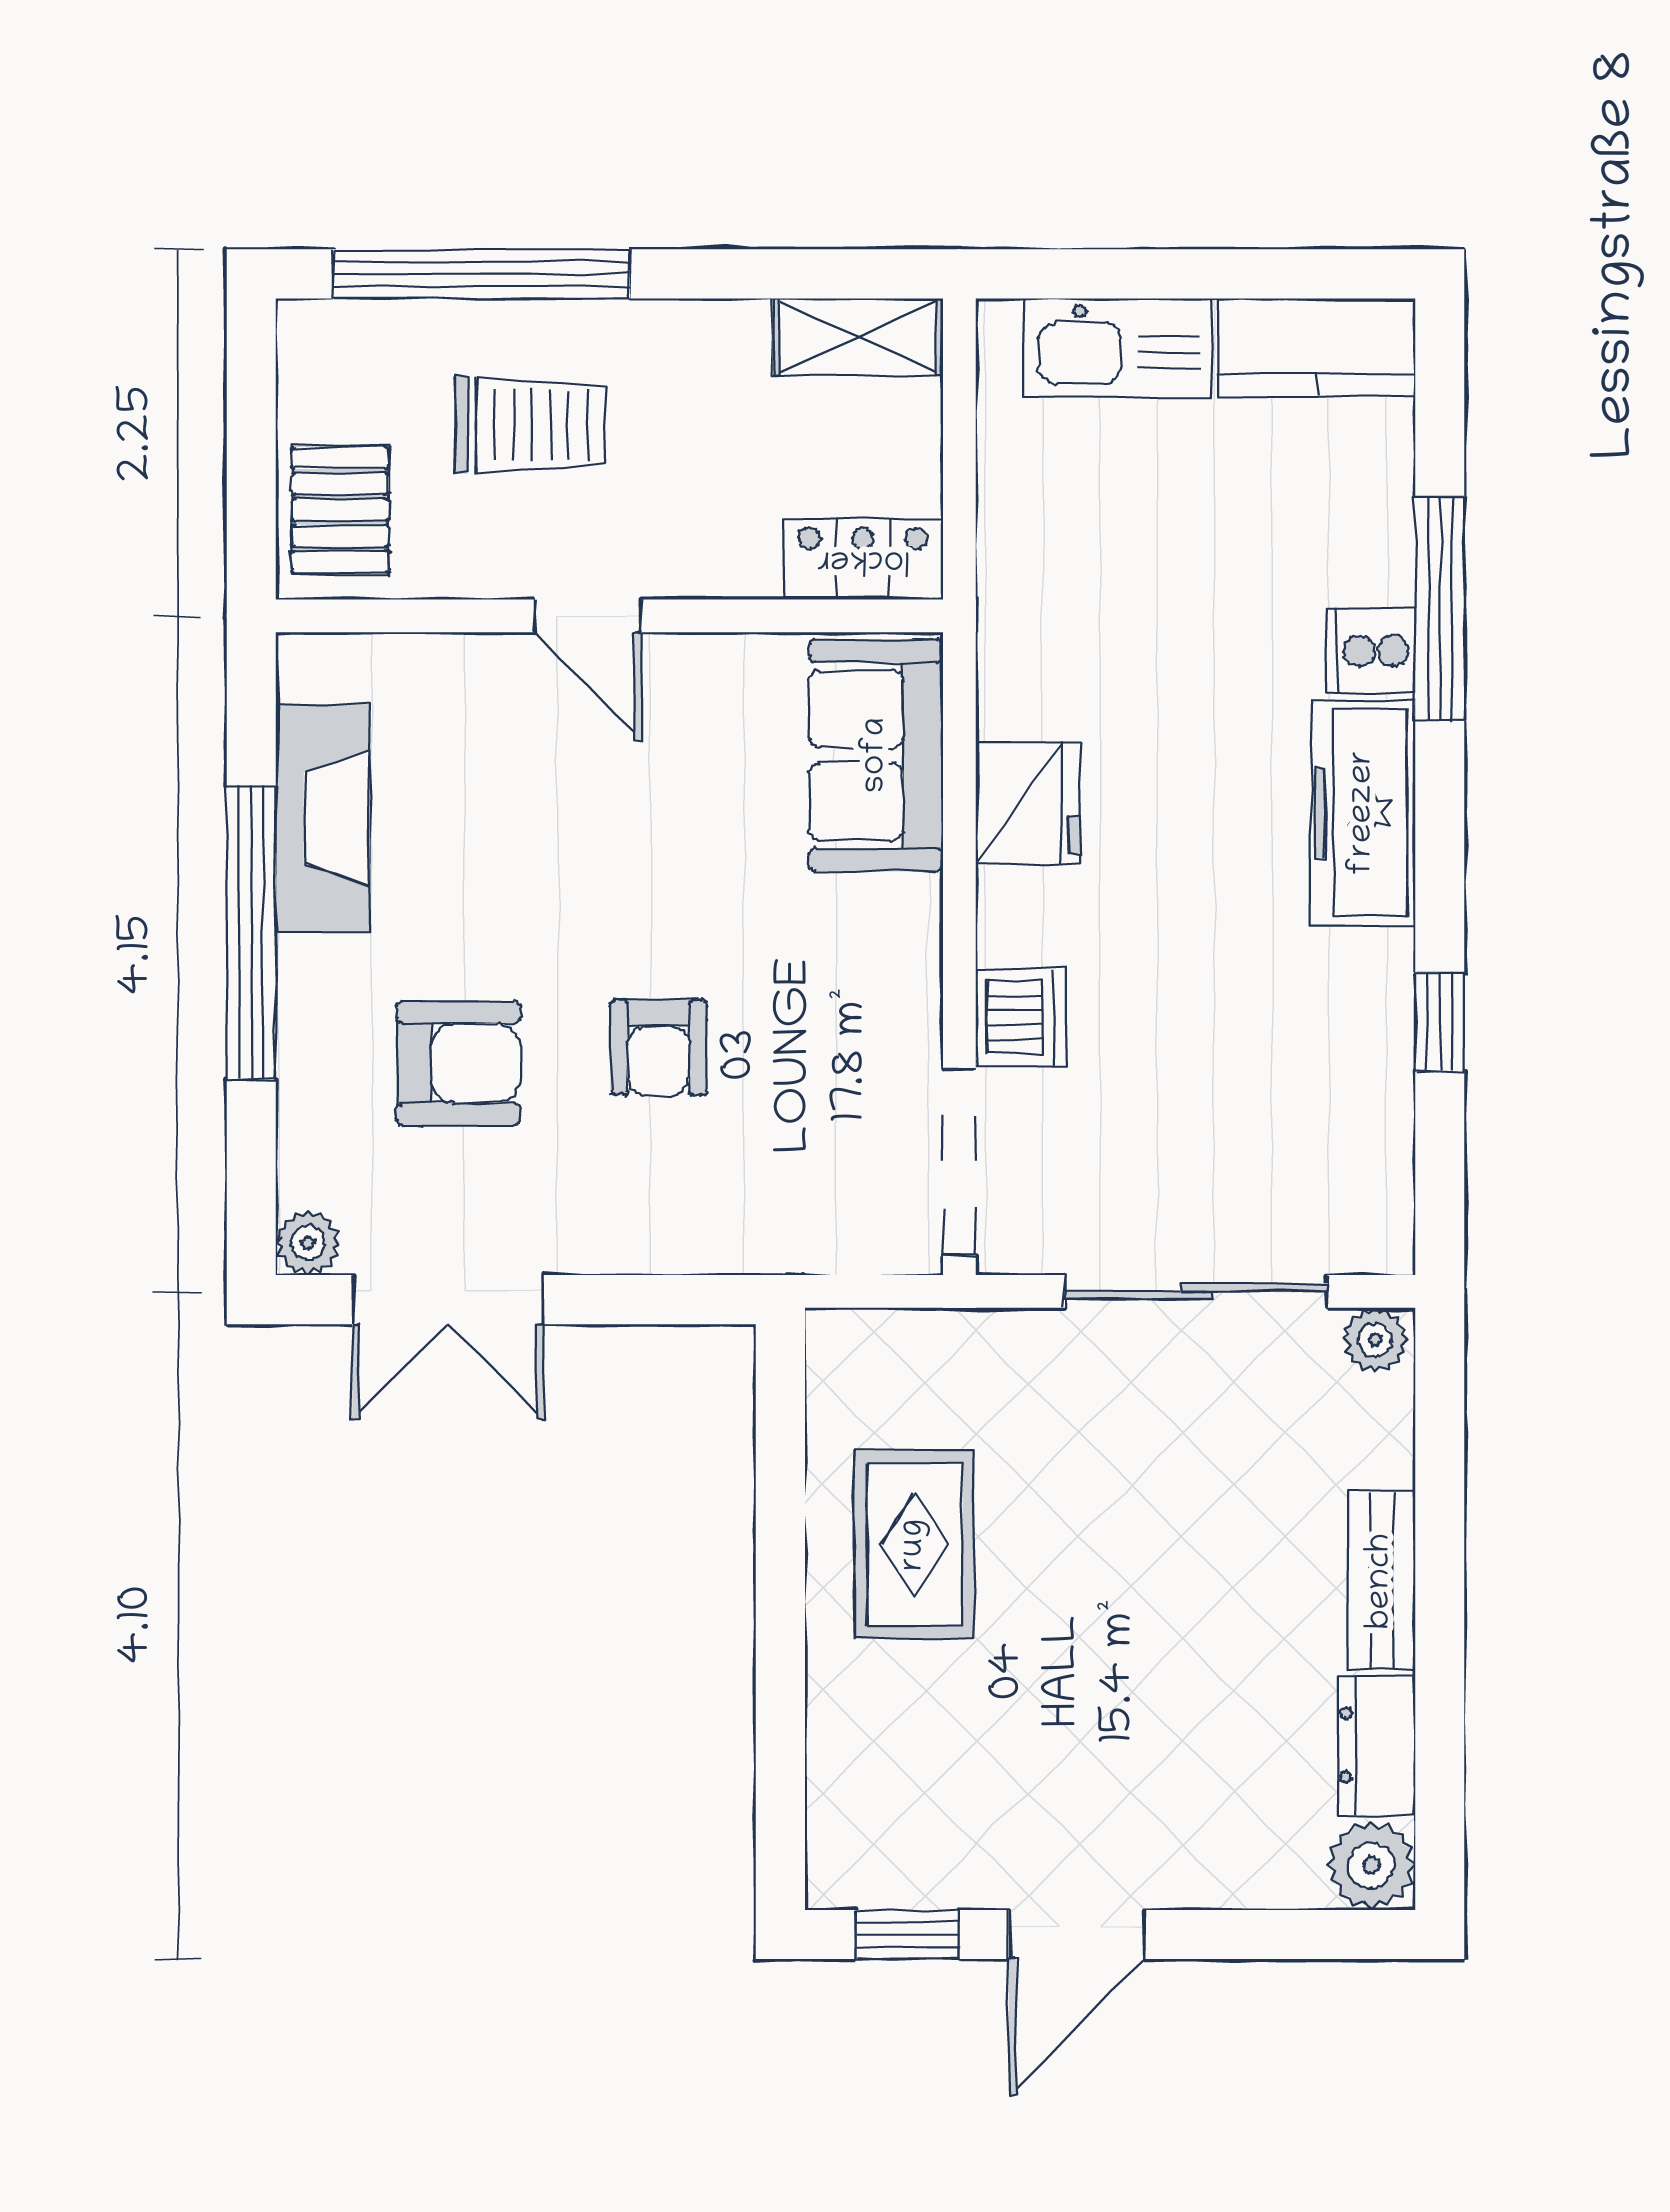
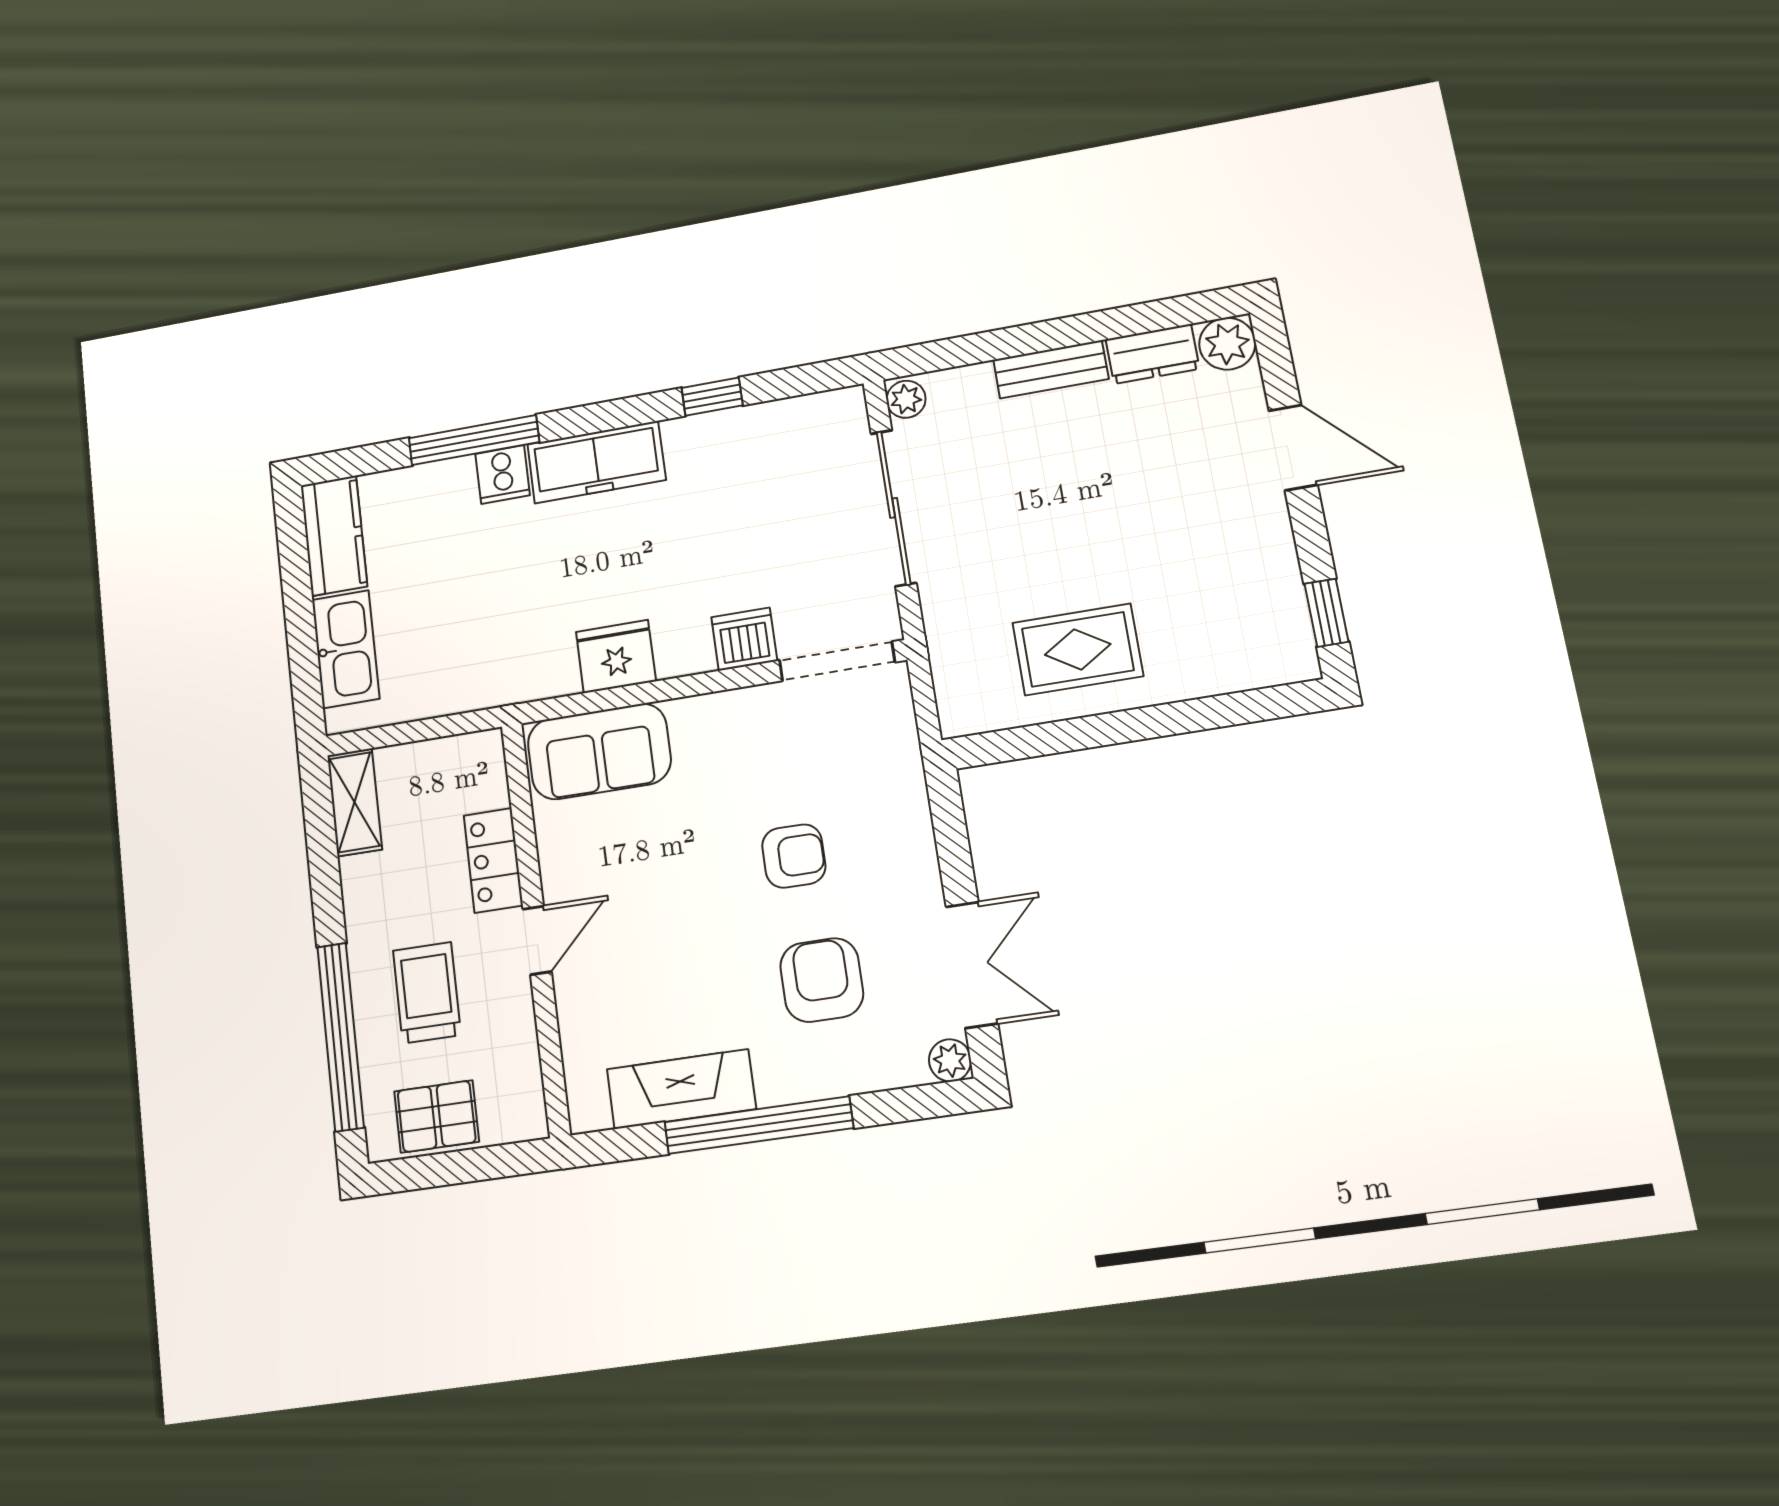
pallet: (340, 510) -> (437, 1116), moved
locker: (863, 559) -> (493, 860), moved
door: (1077, 1935) -> (1293, 448), moved

